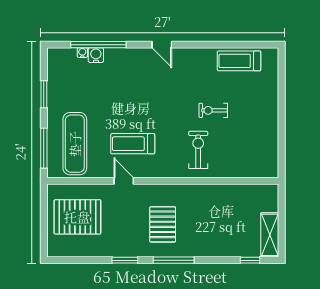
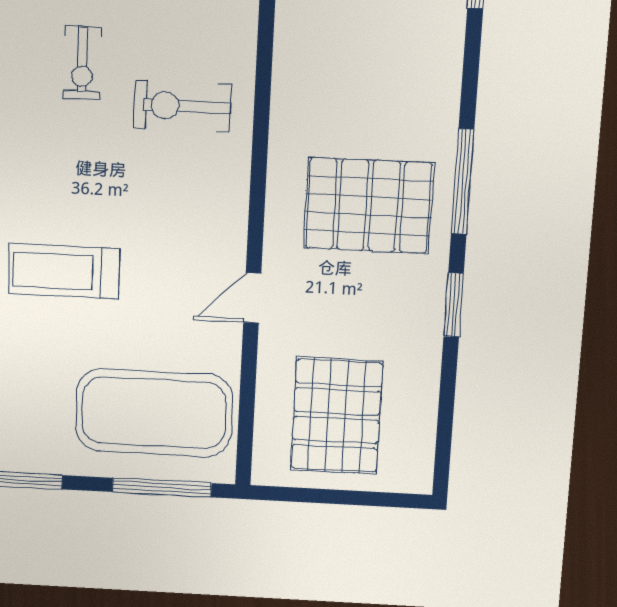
exercise mat: (75, 144) -> (154, 413), width x1.47
treadmill: (133, 144) -> (64, 271), moved, turned 90
pallet: (163, 224) -> (368, 206), width x1.37, depth x1.41

